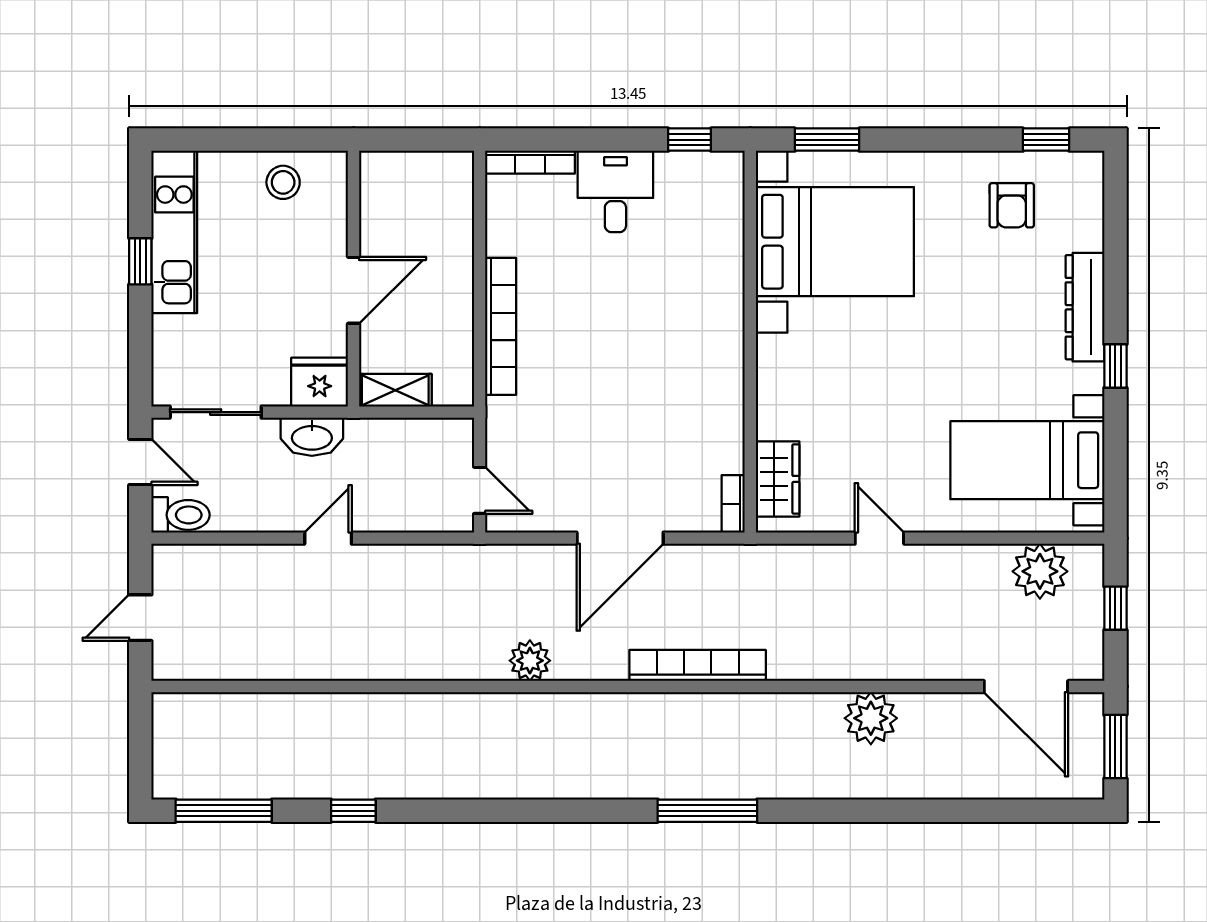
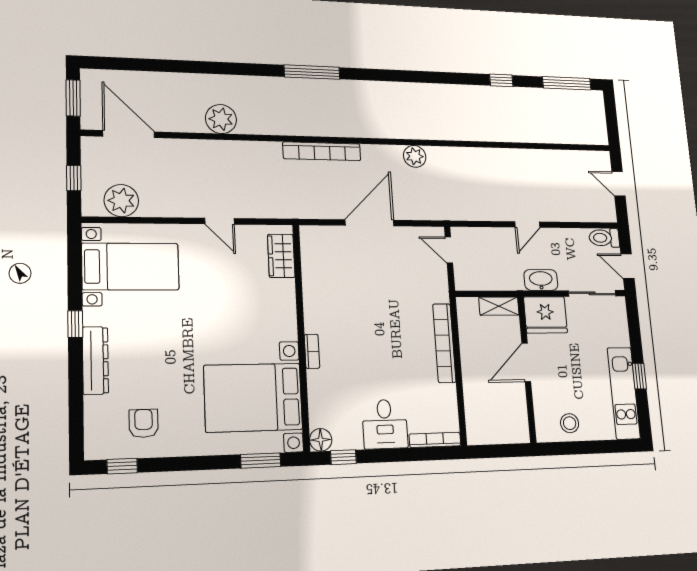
floor lamp: (726, 169) -> (321, 440), added
fridge: (320, 382) -> (545, 315), width x1.36, depth x1.34
bookcase: (733, 504) -> (312, 351), moved
door: (140, 618) -> (619, 184), swing flipped

